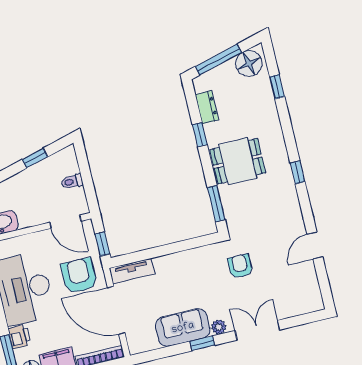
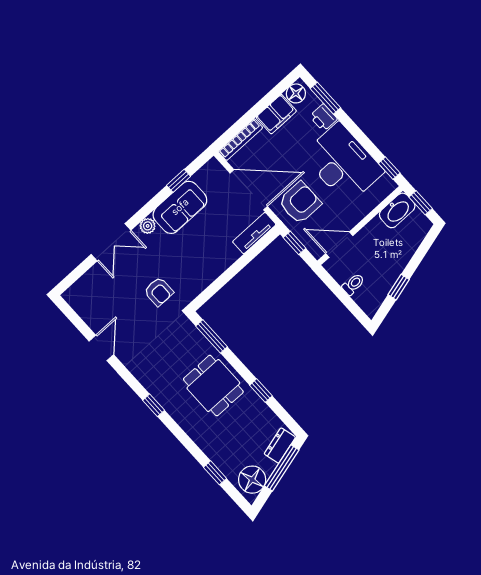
dresser: (207, 107) -> (280, 446), moved, turned 75
dining table: (238, 161) -> (213, 386), turned 90
armchair: (79, 276) -> (300, 203), turned -90
window: (202, 343) -> (179, 181), moved

